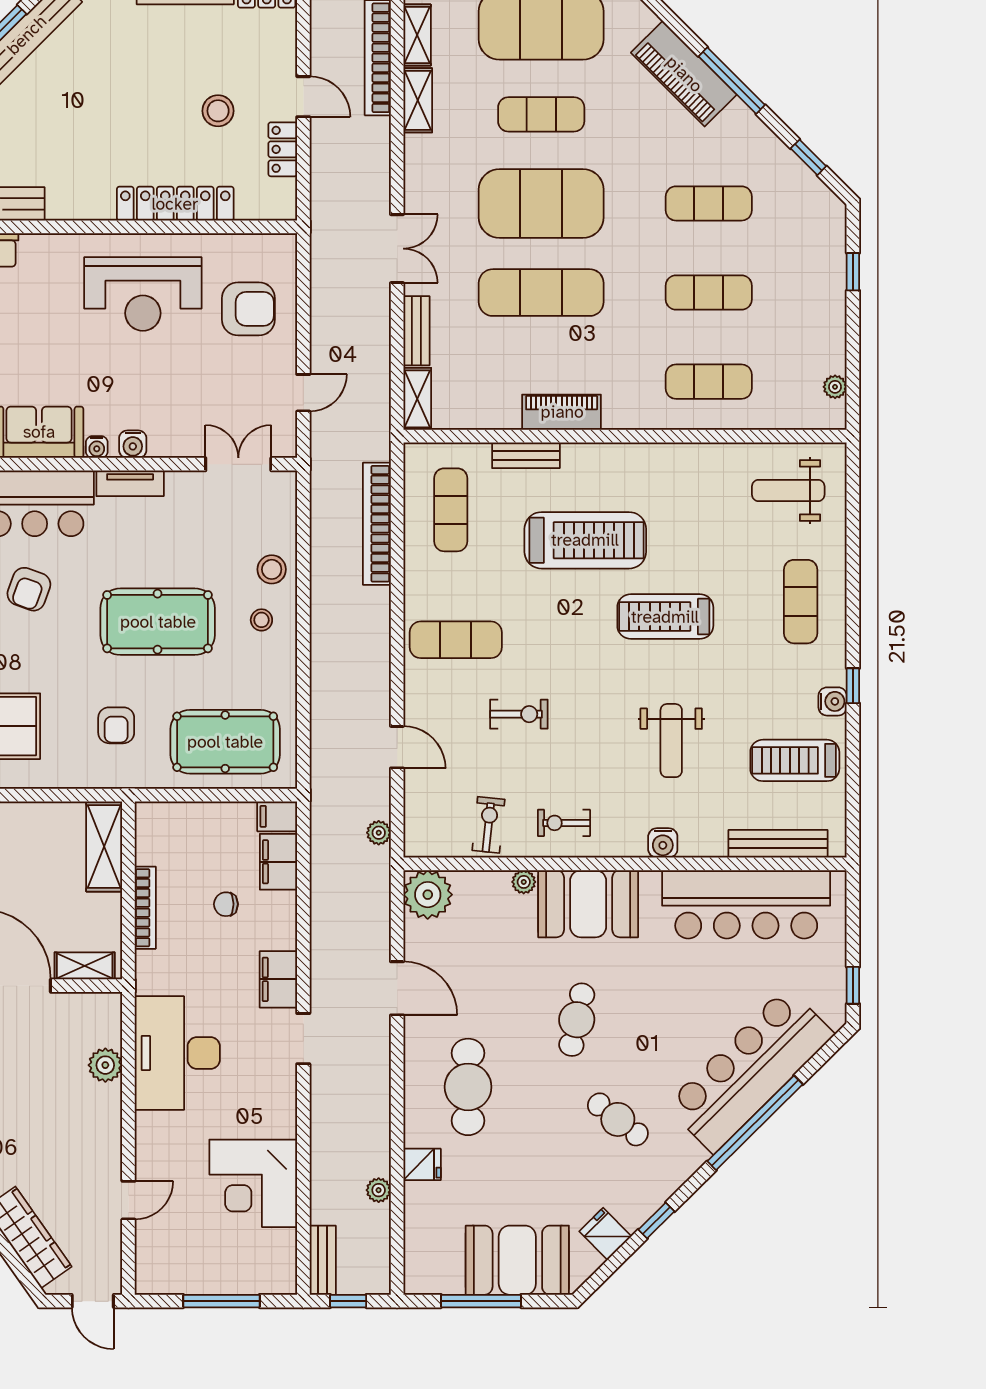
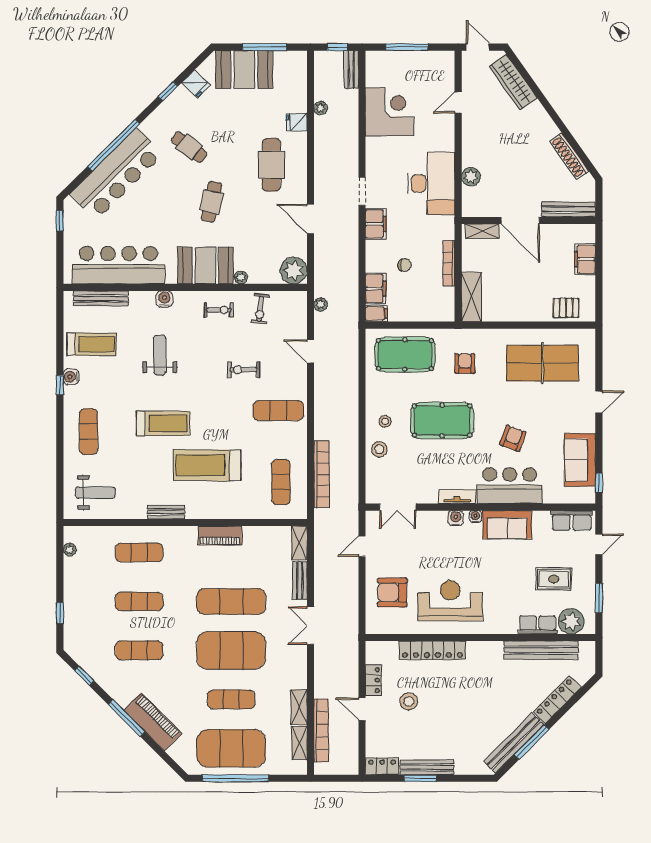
bench: (526, 455) -> (166, 512), moved

